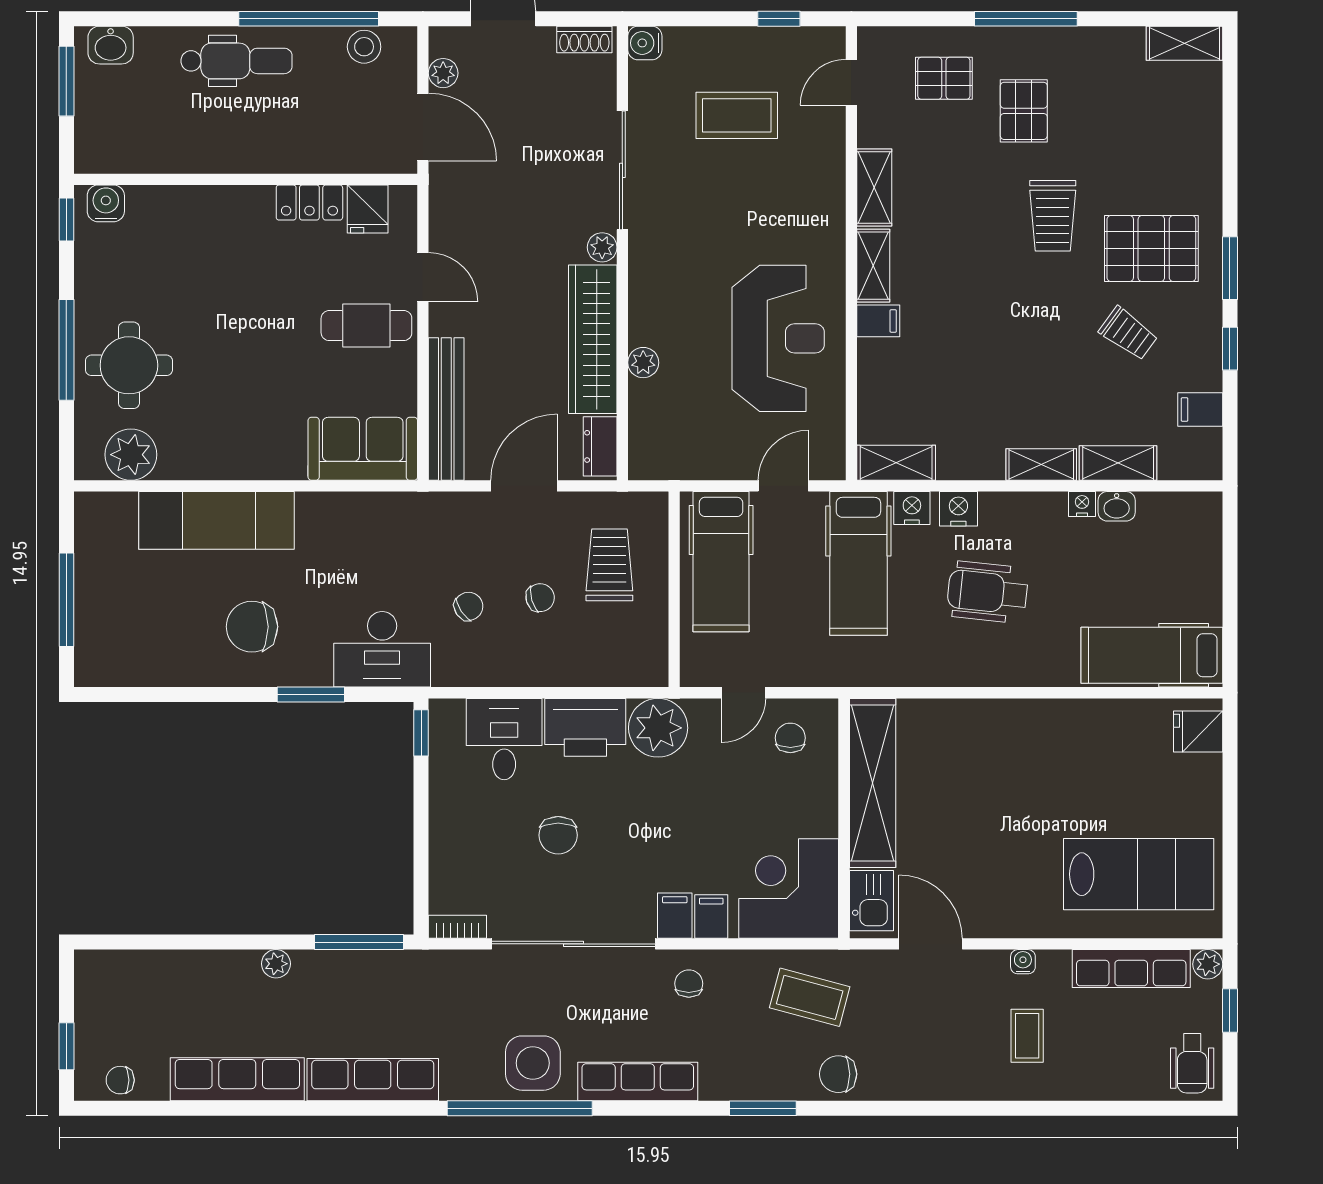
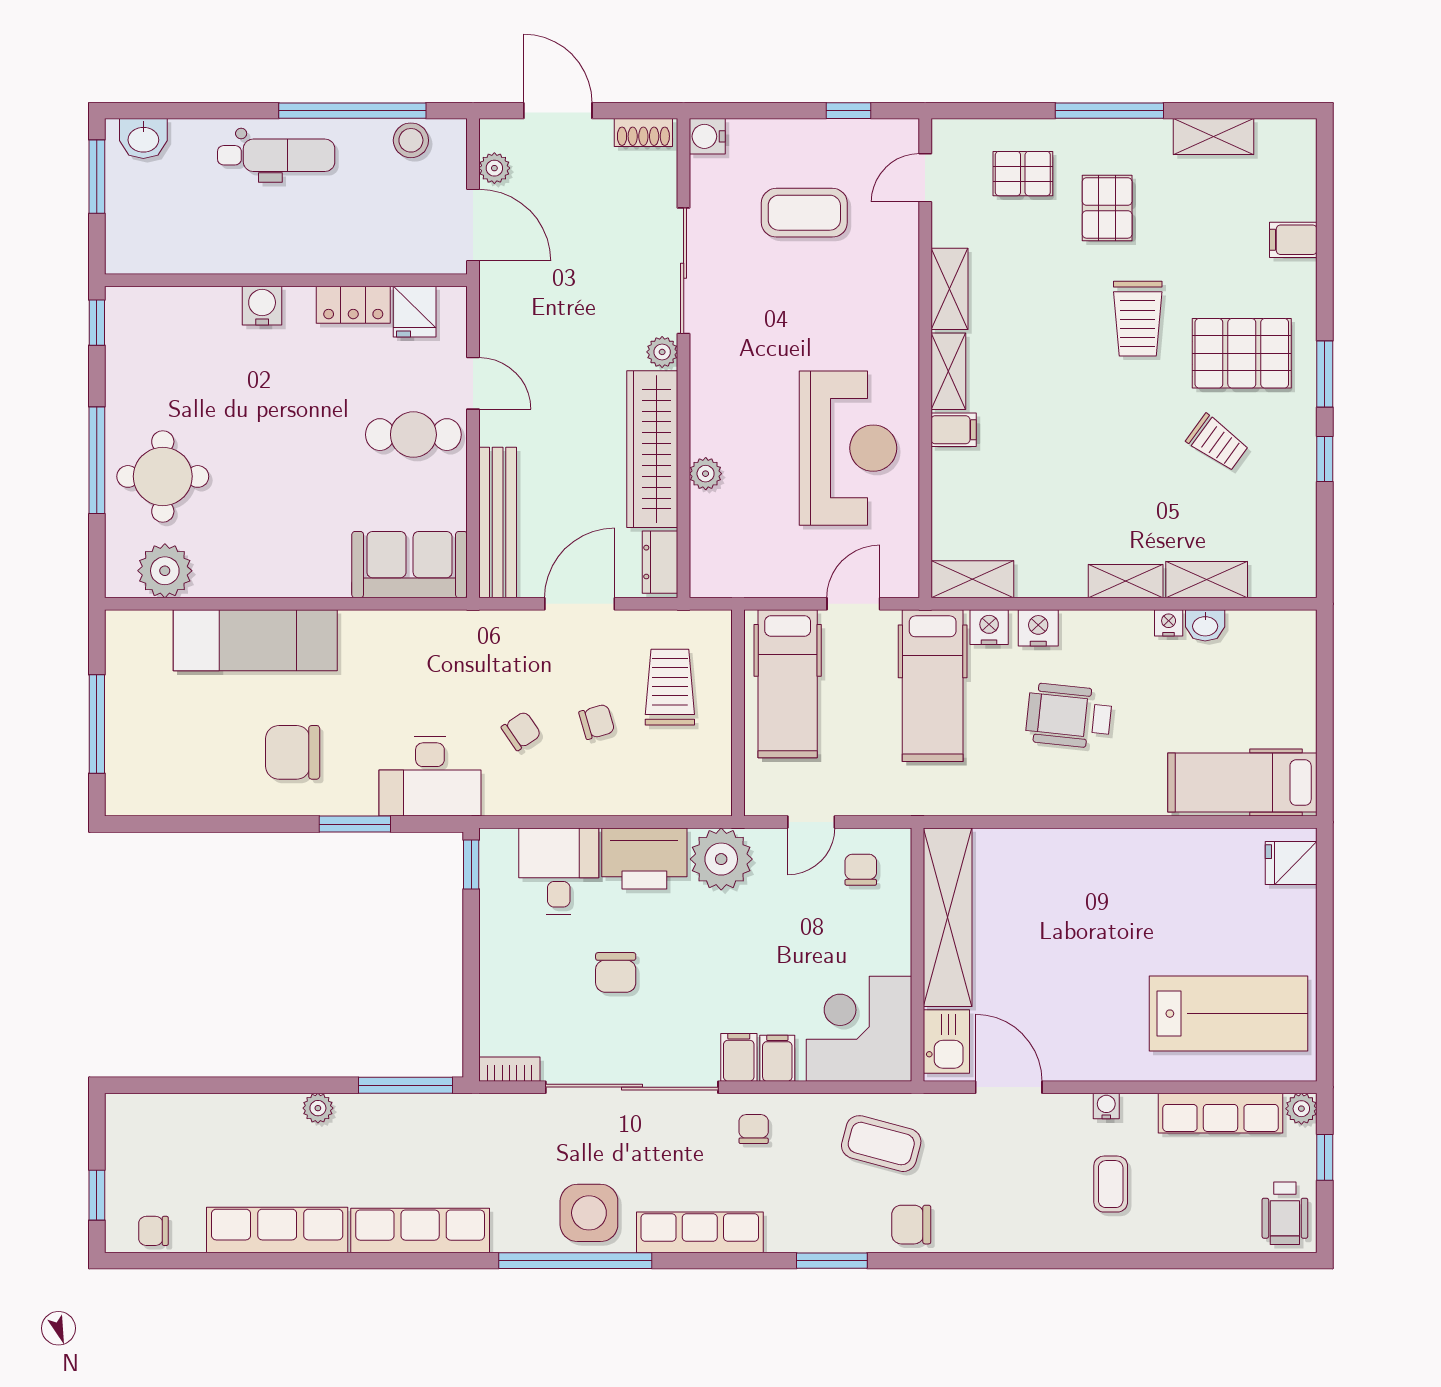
shelving: (1185, 43) -> (1214, 137), moved
water cooler: (106, 203) -> (262, 306), moved
filing cabinet: (1200, 409) -> (1293, 240), moved

